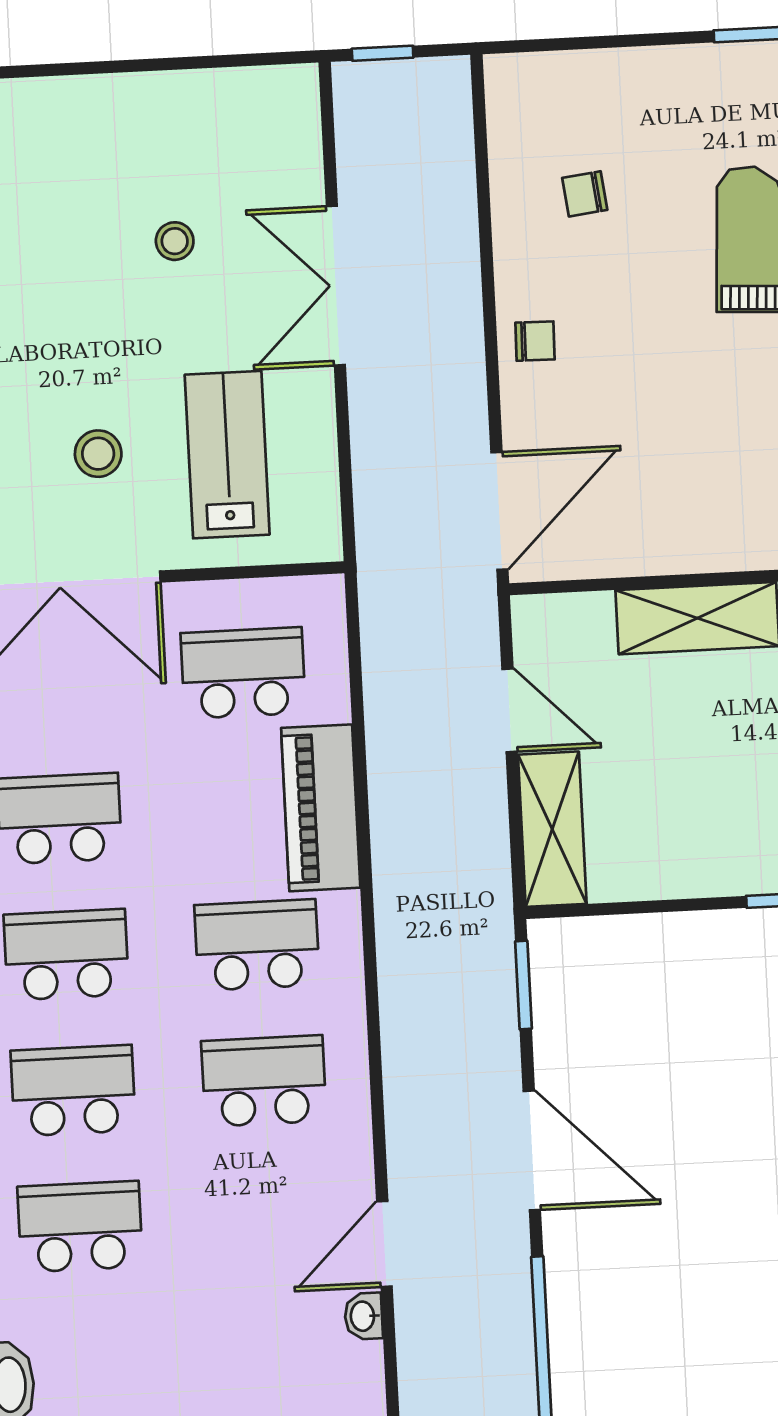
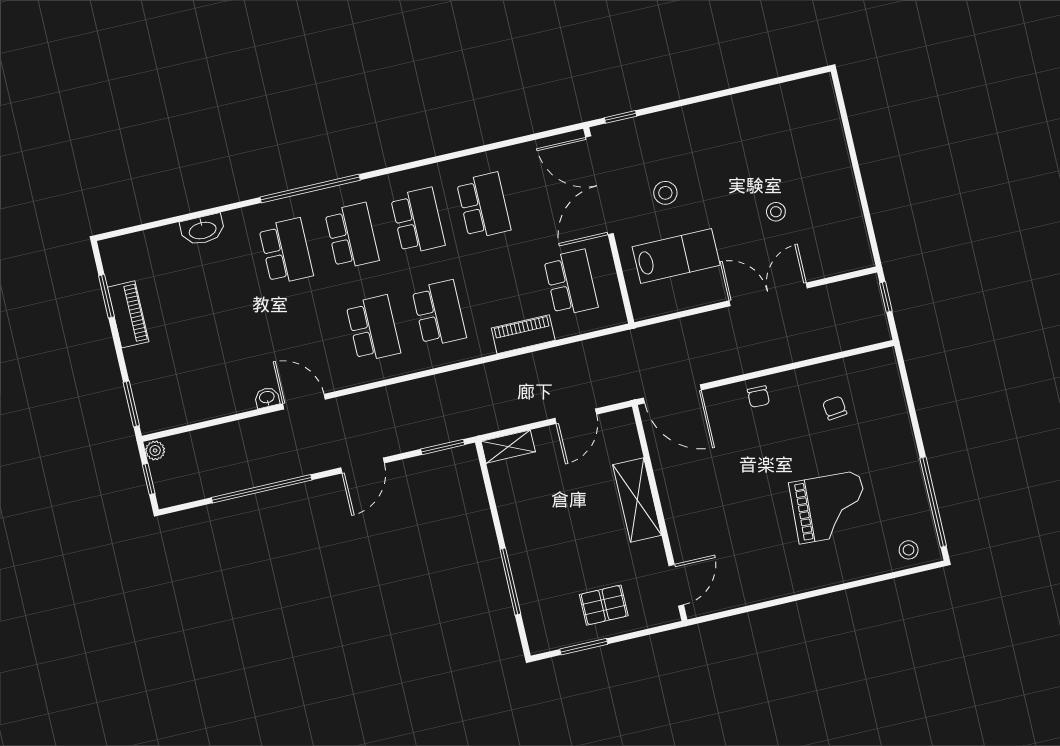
piano: (321, 808) -> (523, 334), width x0.73, depth x0.75
shelving: (552, 829) -> (508, 447), width x0.67, depth x0.75
door: (532, 1150) -> (363, 465), width x0.73

